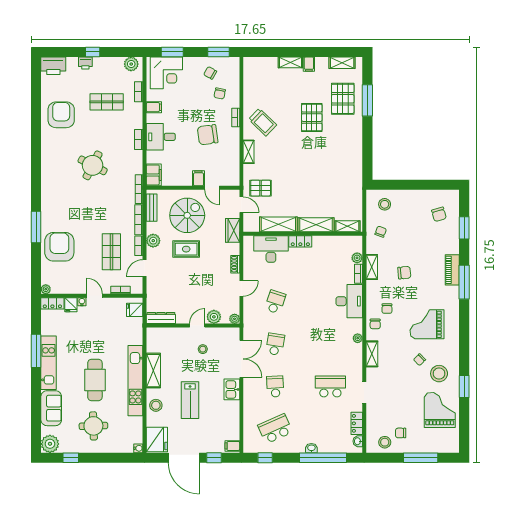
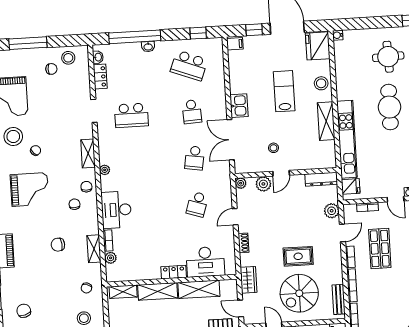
plant: (153, 241) -> (332, 211), moved
kitchen unit: (135, 381) -> (347, 139), moved
school desk: (275, 429) -> (189, 65), turned 45

